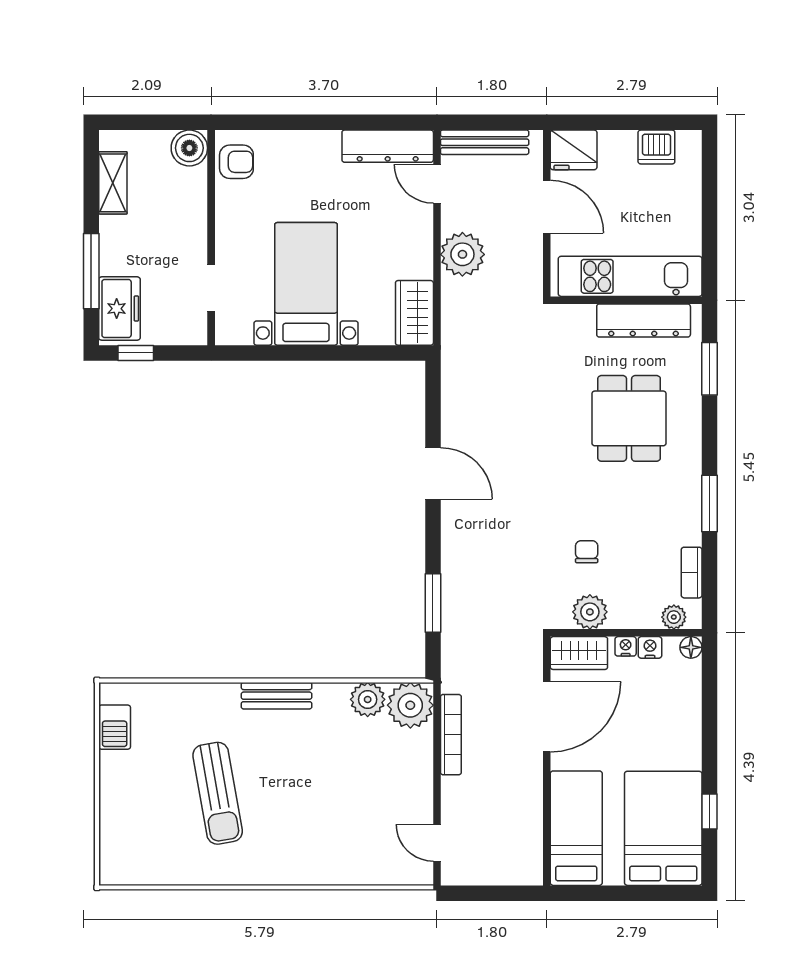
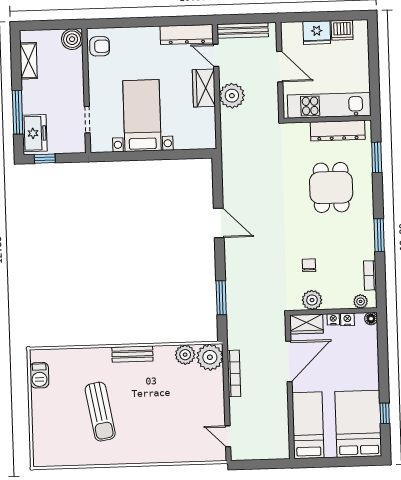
fridge: (574, 150) -> (317, 33), moved
wardrobe: (414, 313) -> (204, 88), moved

